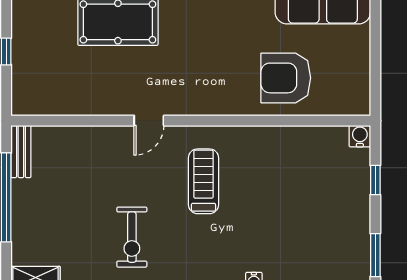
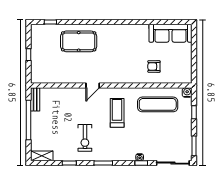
armchair: (286, 78) -> (154, 66), width x0.53, depth x0.53
exercise mat: (294, 163) -> (158, 104), added

